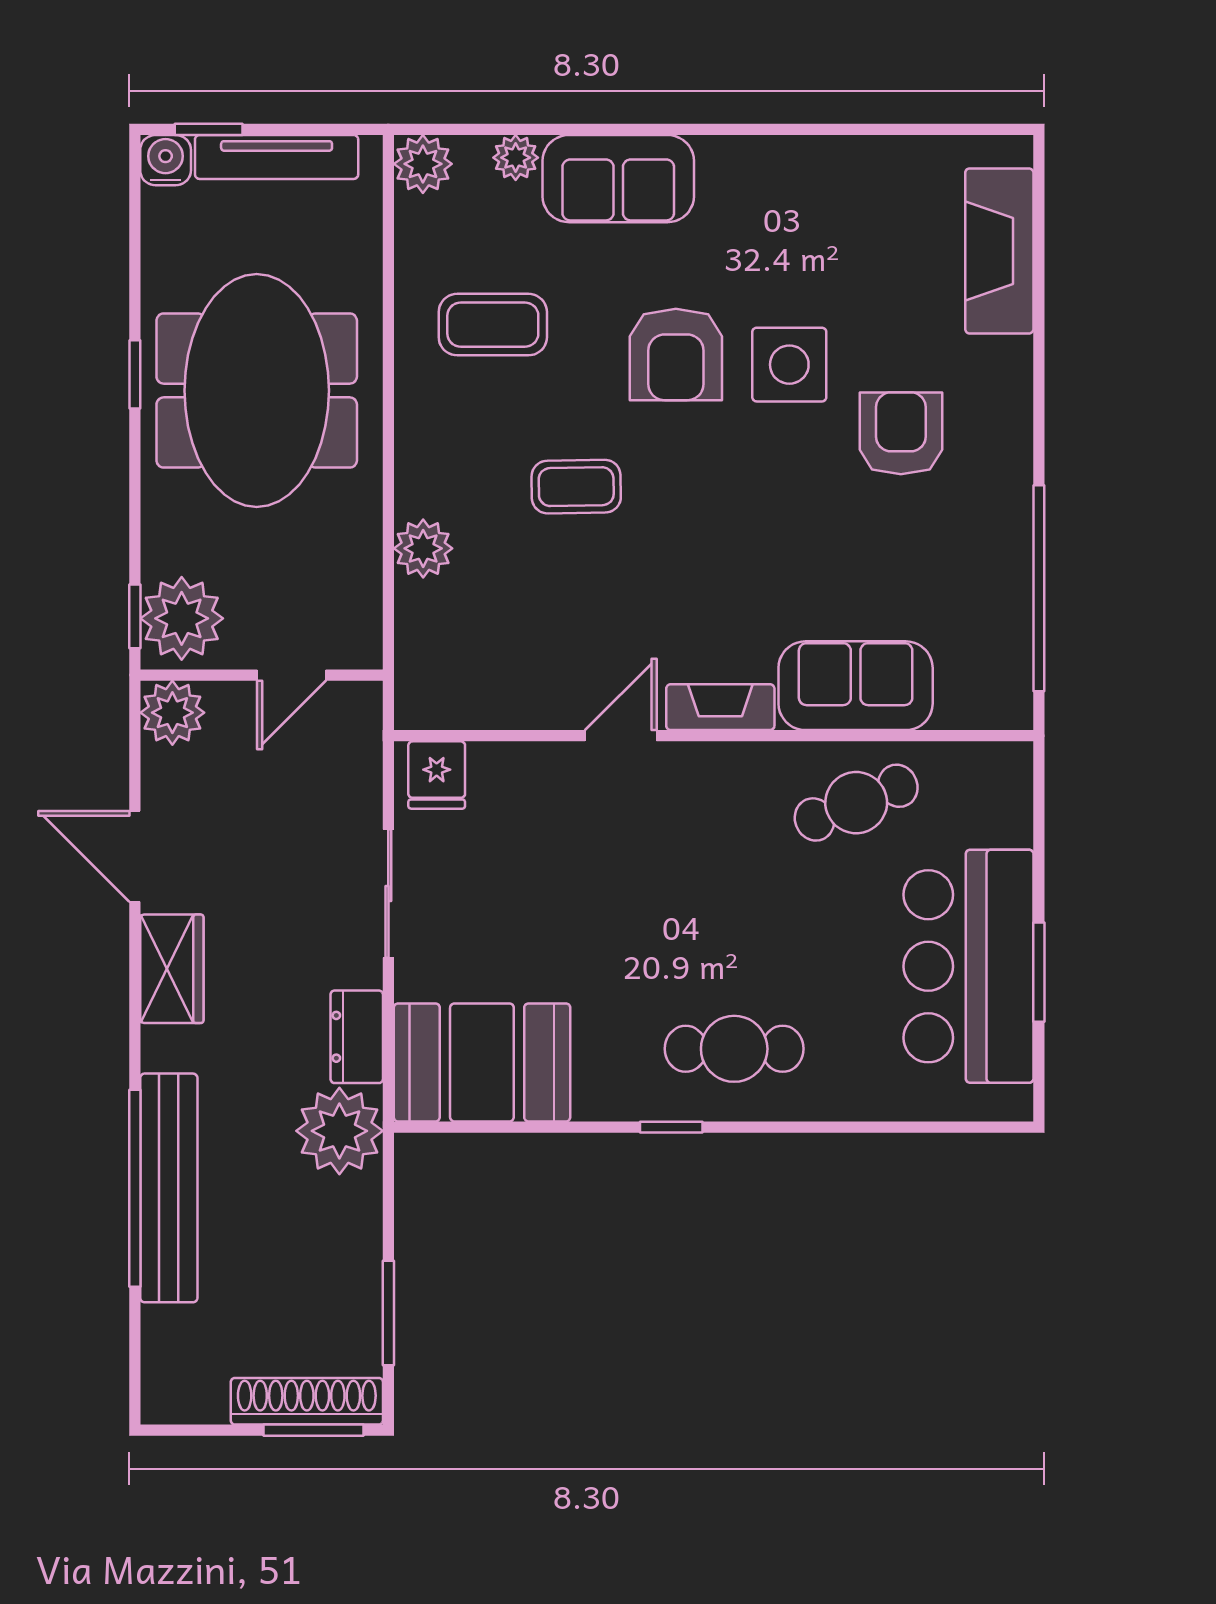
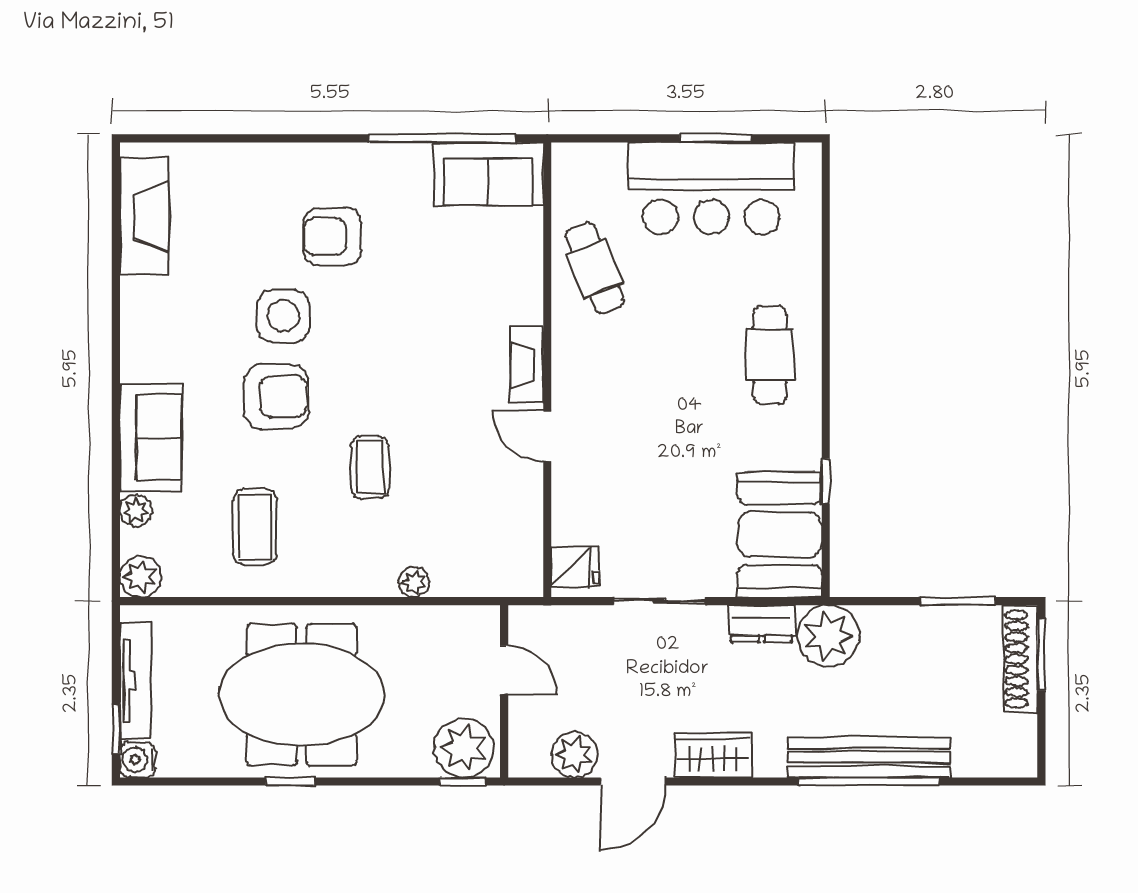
fireplace: (999, 251) -> (144, 216), moved, turned -90
plant: (423, 548) -> (414, 582), width x0.73, depth x0.73
sofa: (856, 686) -> (489, 174), moved, turned -90
plant: (172, 713) -> (574, 755), moved
window: (671, 1127) -> (826, 481), moved

